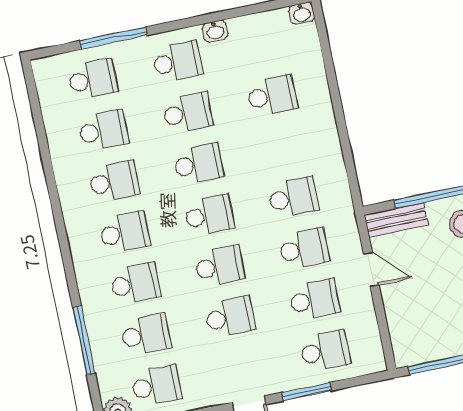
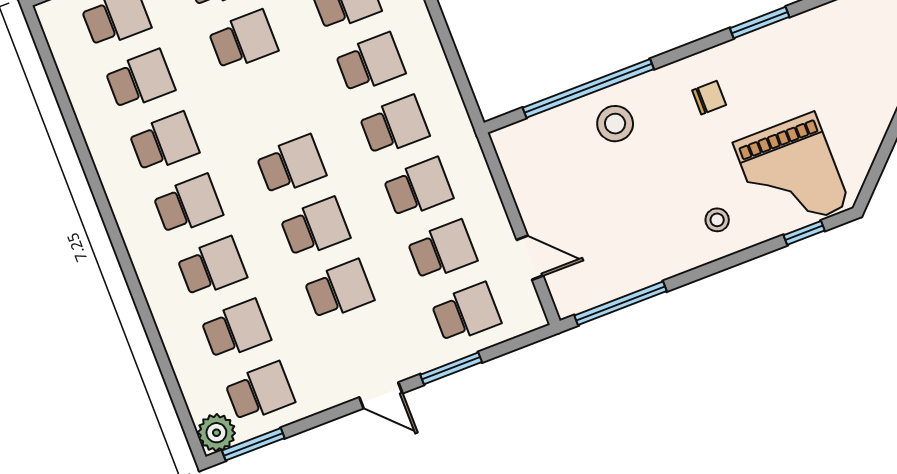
school desk: (198, 164) -> (370, 63), moved
bench: (396, 220) -> (529, 133), removed
door: (371, 269) -> (530, 258), moved
window: (84, 340) -> (159, 349), removed

